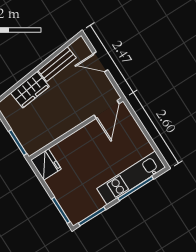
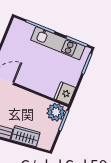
plant: (32, 140) -> (56, 112), added
kitchen unit: (131, 178) -> (58, 43), moved

